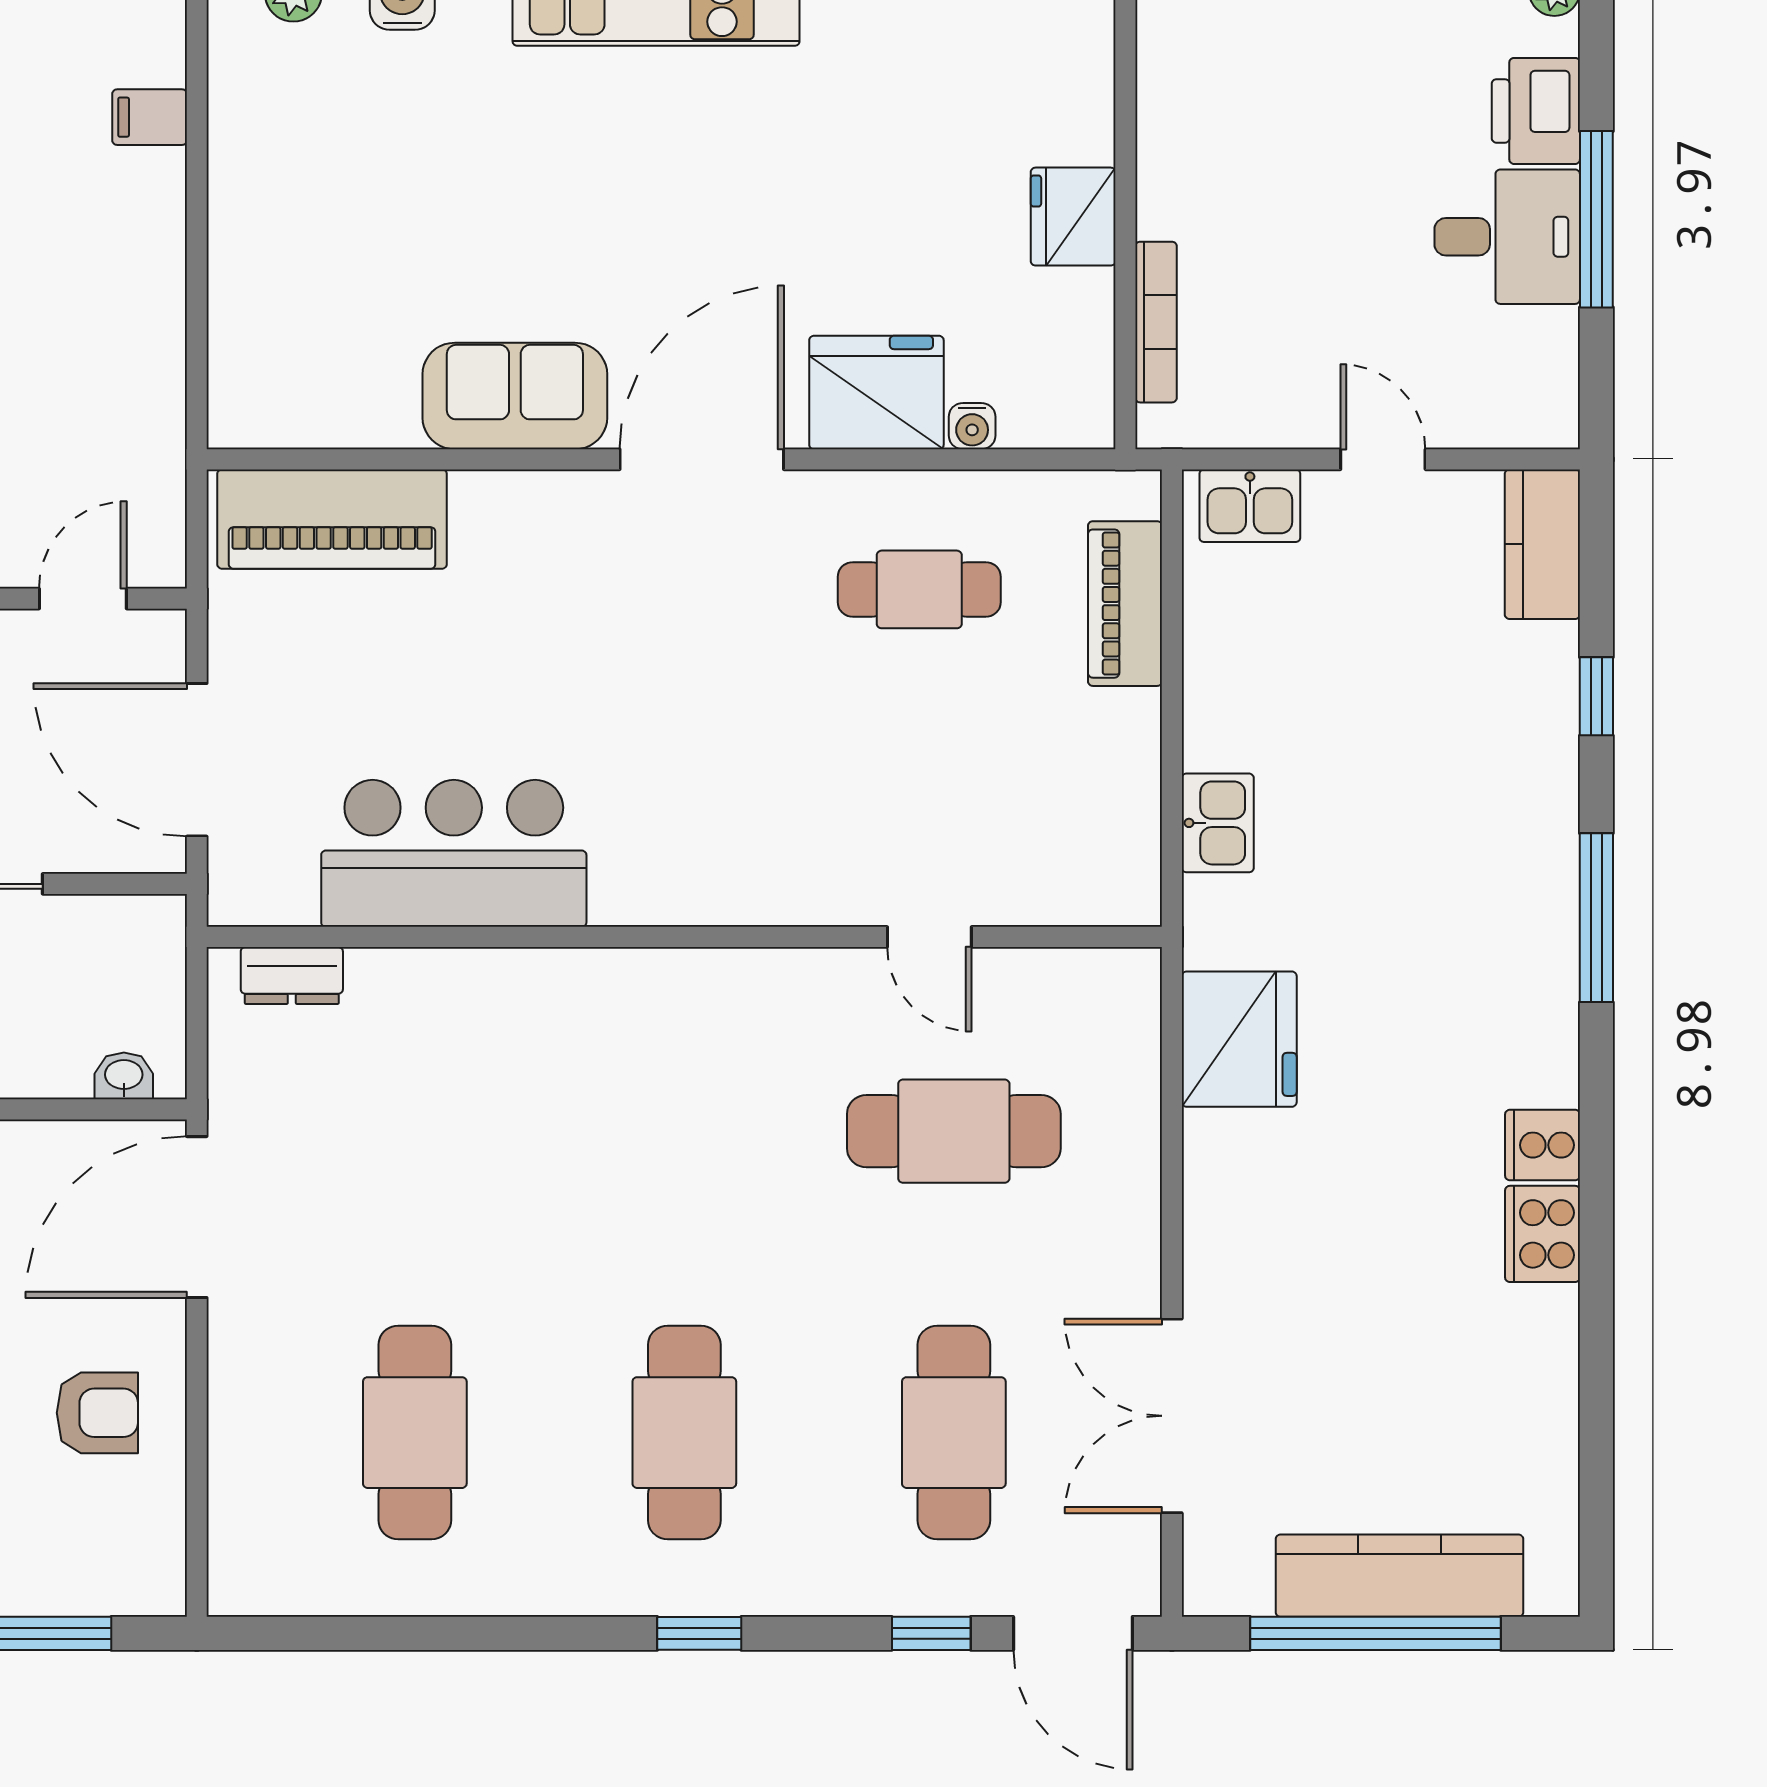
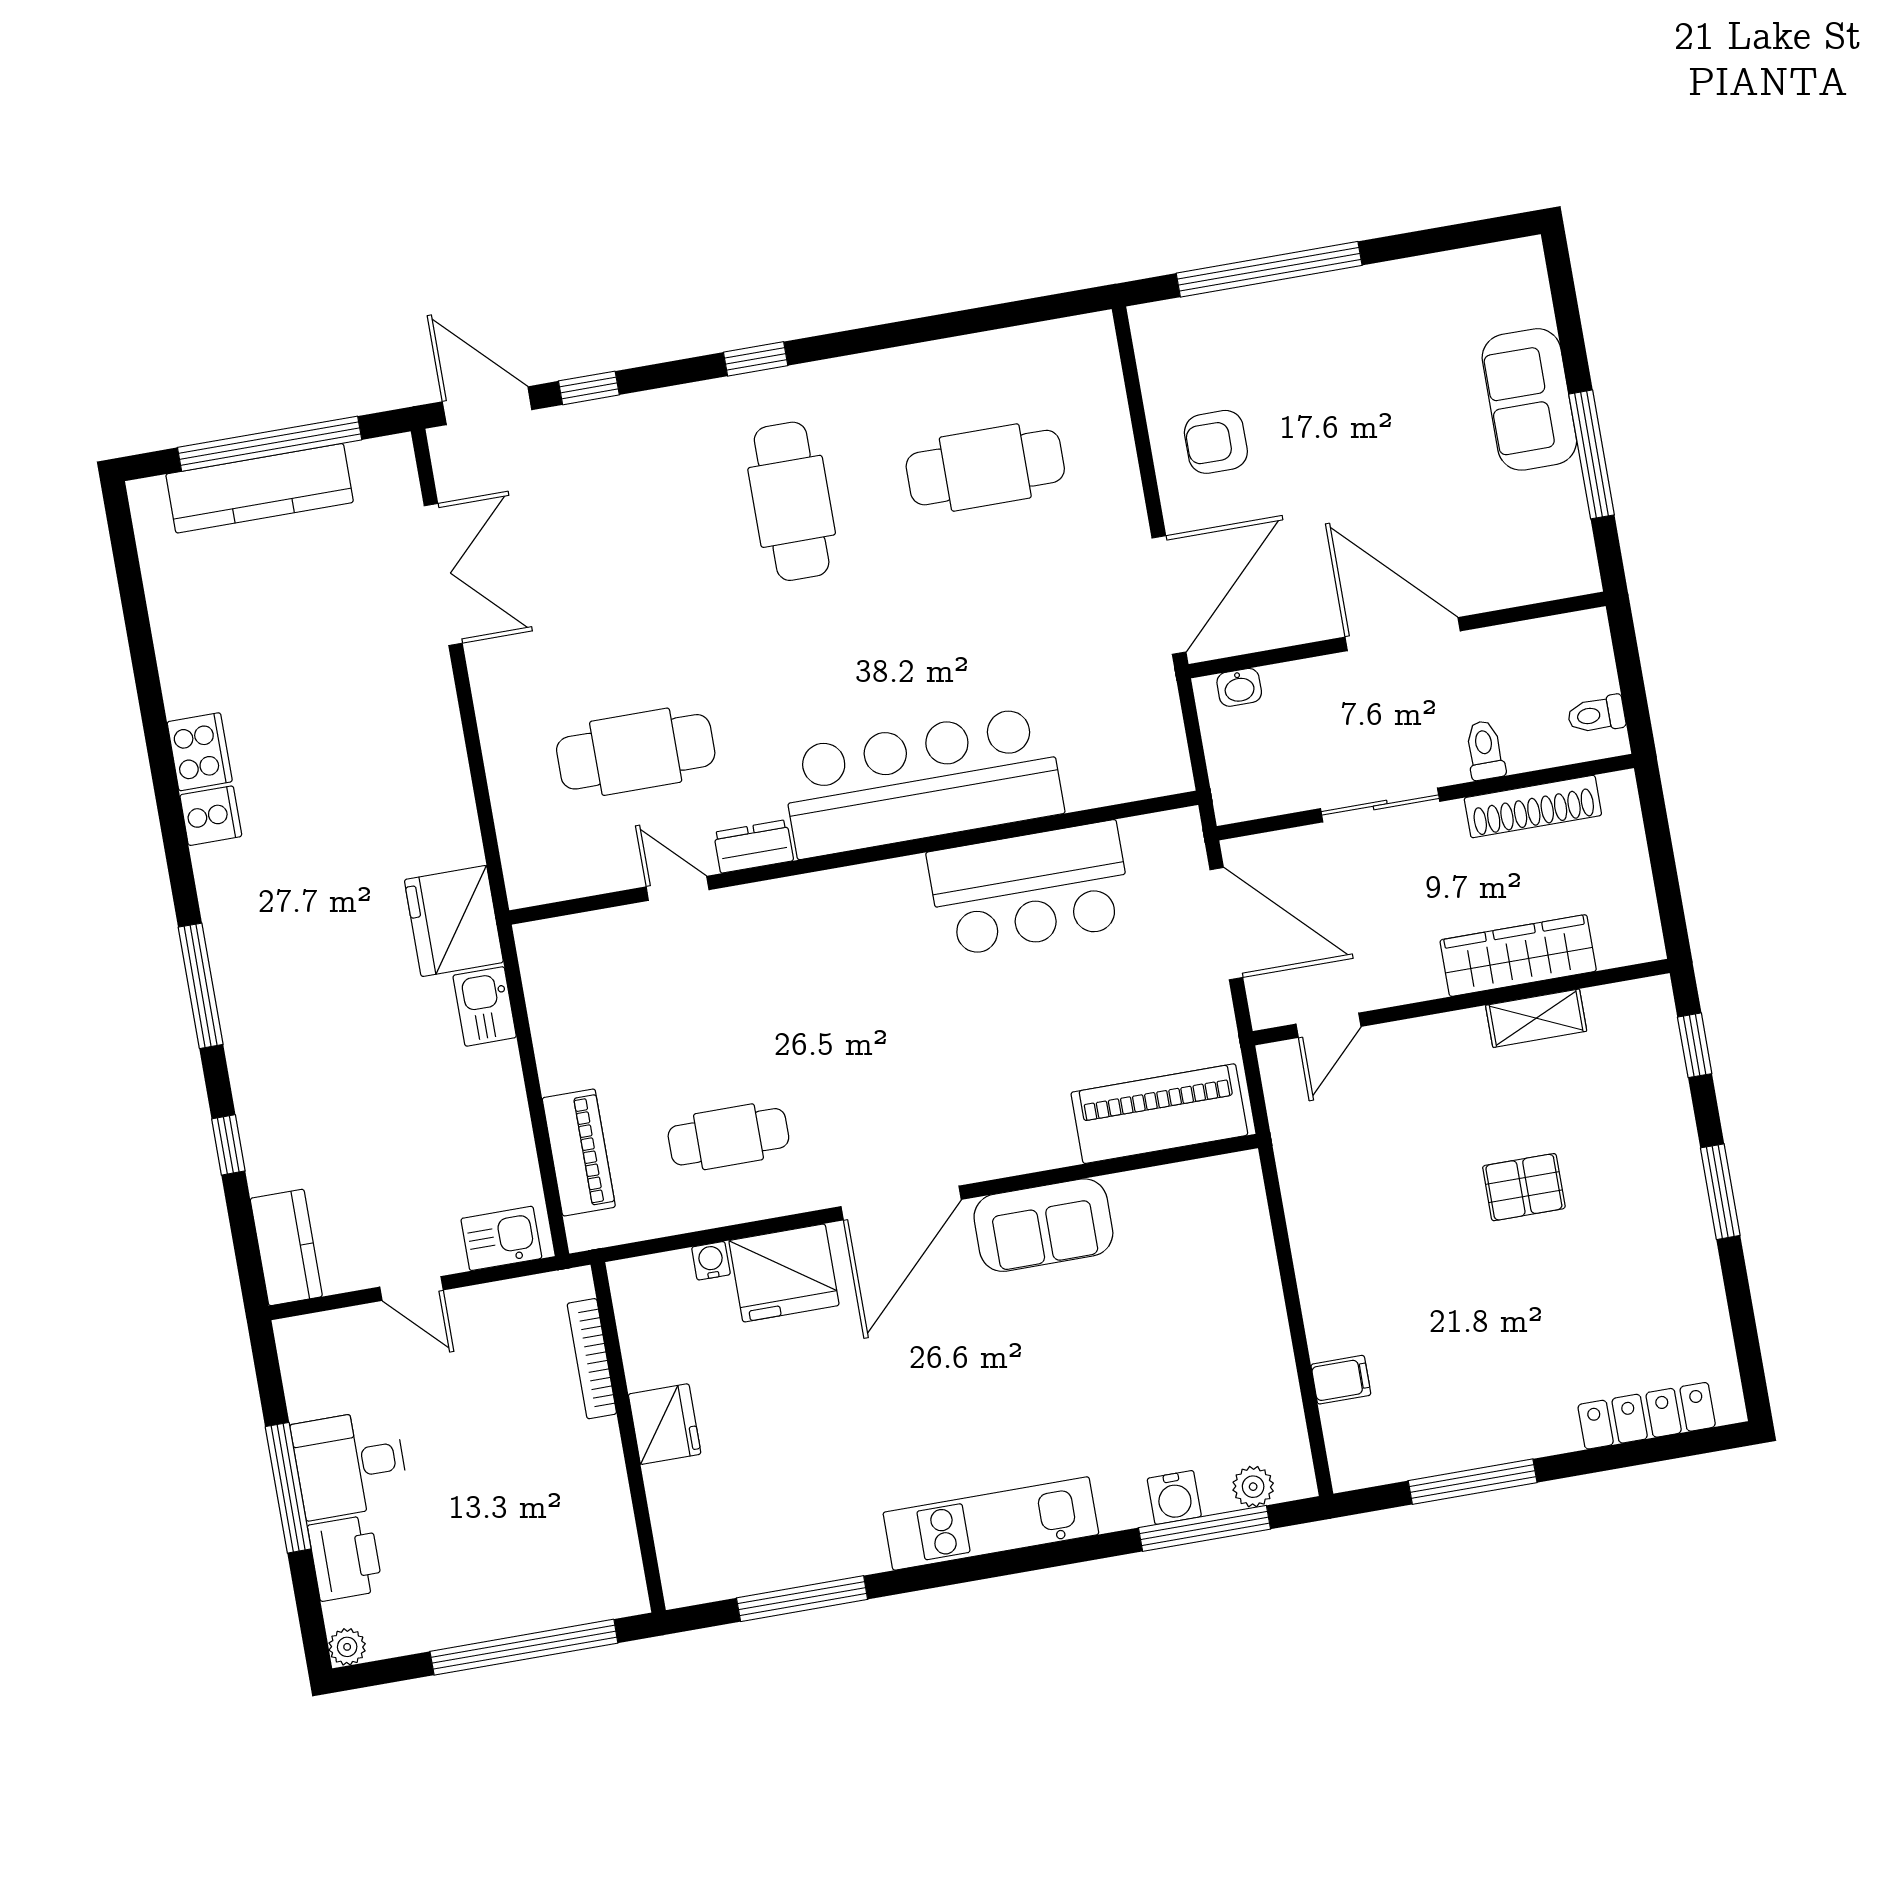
dresser: (292, 976) -> (754, 846), moved
bar counter: (574, 1023) -> (922, 782), added
fridge: (1239, 1039) -> (454, 921), moved
cafe table: (415, 1433) -> (985, 468), turned 90
cafe table: (954, 1433) -> (598, 535), removed

